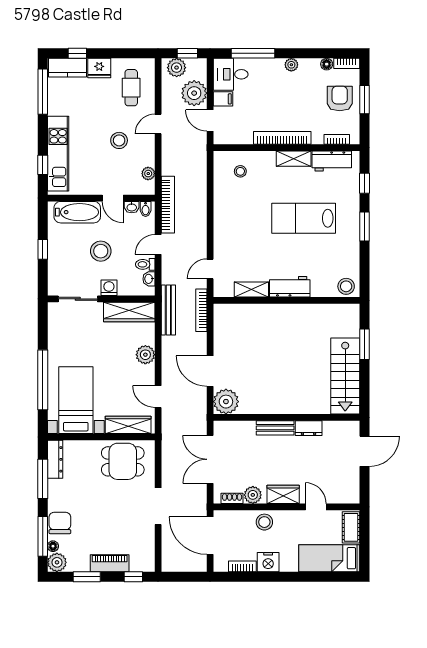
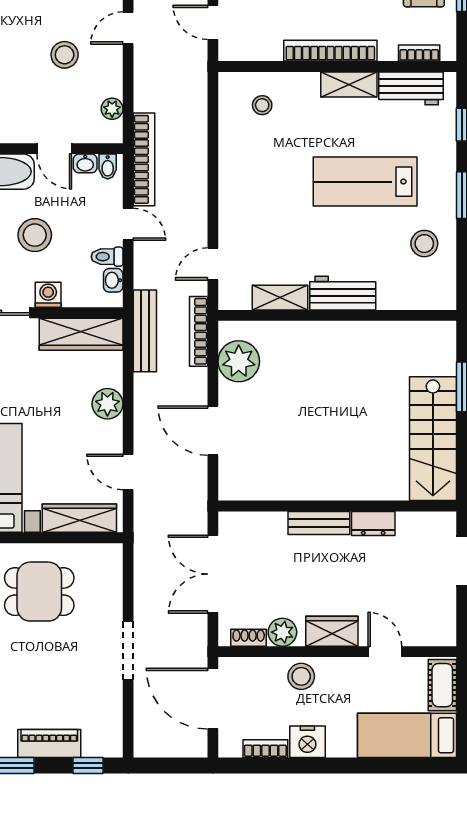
door: (158, 244) -> (128, 224), swing flipped
stool: (346, 286) -> (424, 244), moved
plant: (226, 402) -> (239, 361), moved
dining table: (123, 461) -> (39, 592), moved

